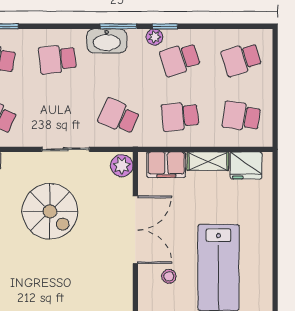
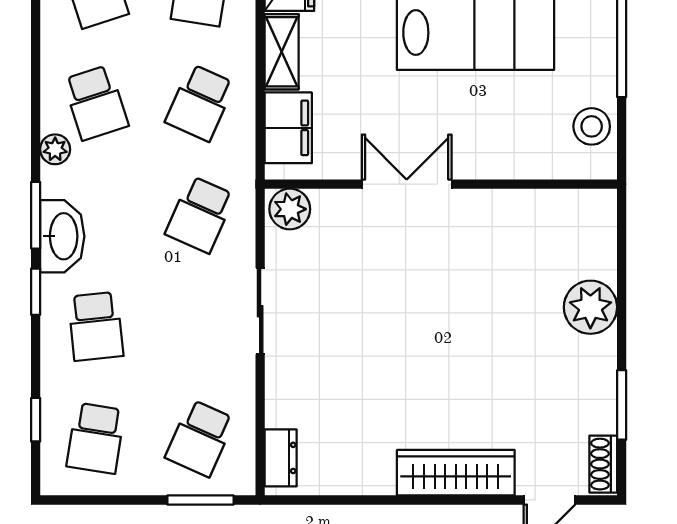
window: (165, 26) -> (36, 292), moved
school desk: (180, 116) -> (200, 103), turned 30
spiral stairs: (50, 211) -> (373, 340), removed
double door: (135, 230) -> (407, 184), width x0.73
stool: (169, 276) -> (492, 123), removed

